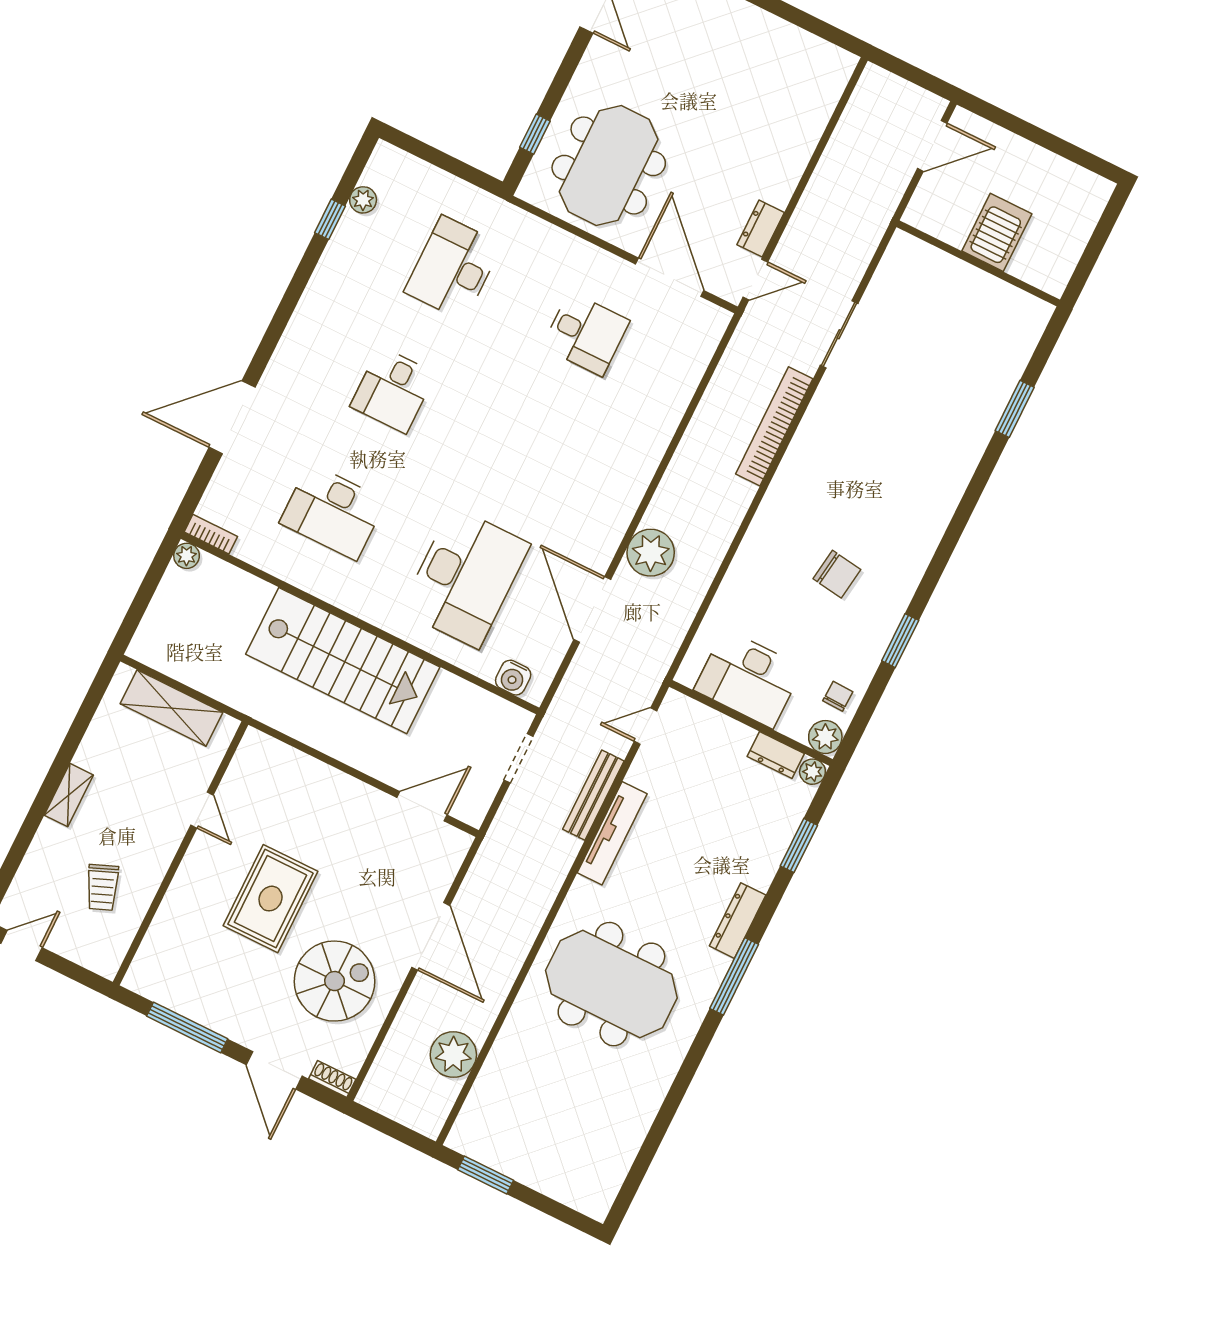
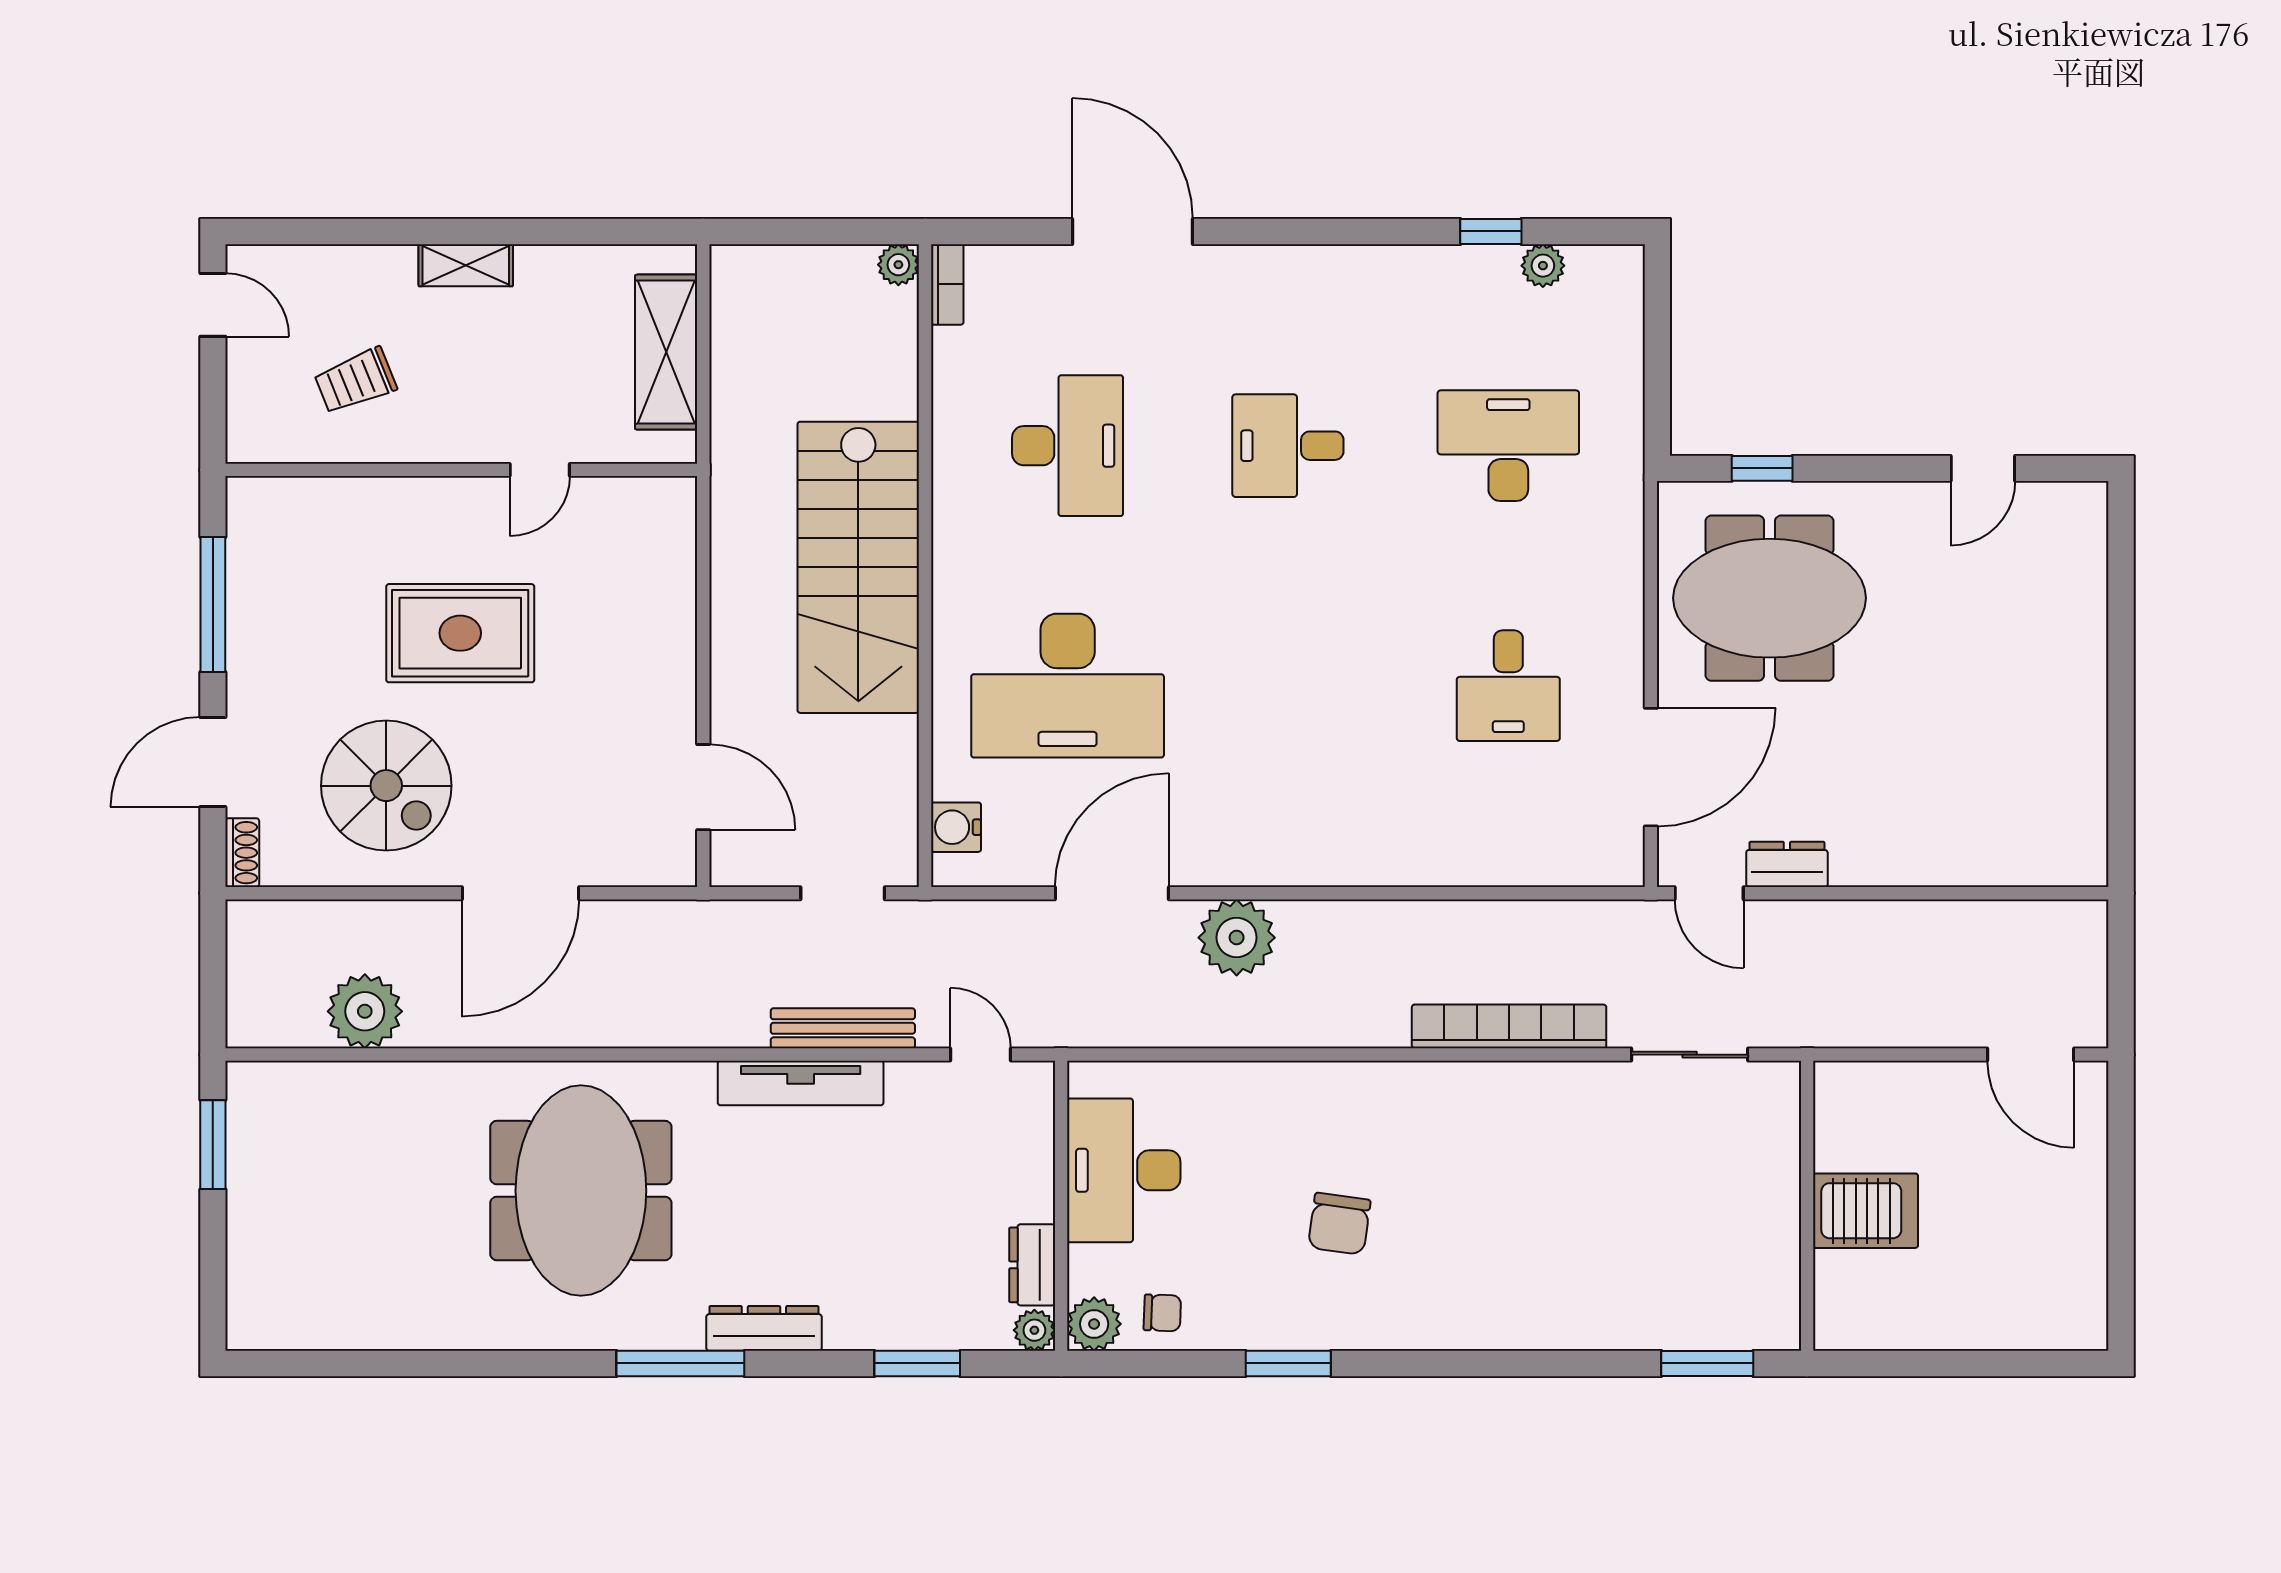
server rack: (997, 232) -> (1866, 1211), moved
wall: (978, 263) -> (1807, 1206), moved
desk: (333, 512) -> (1068, 446), turned 180

